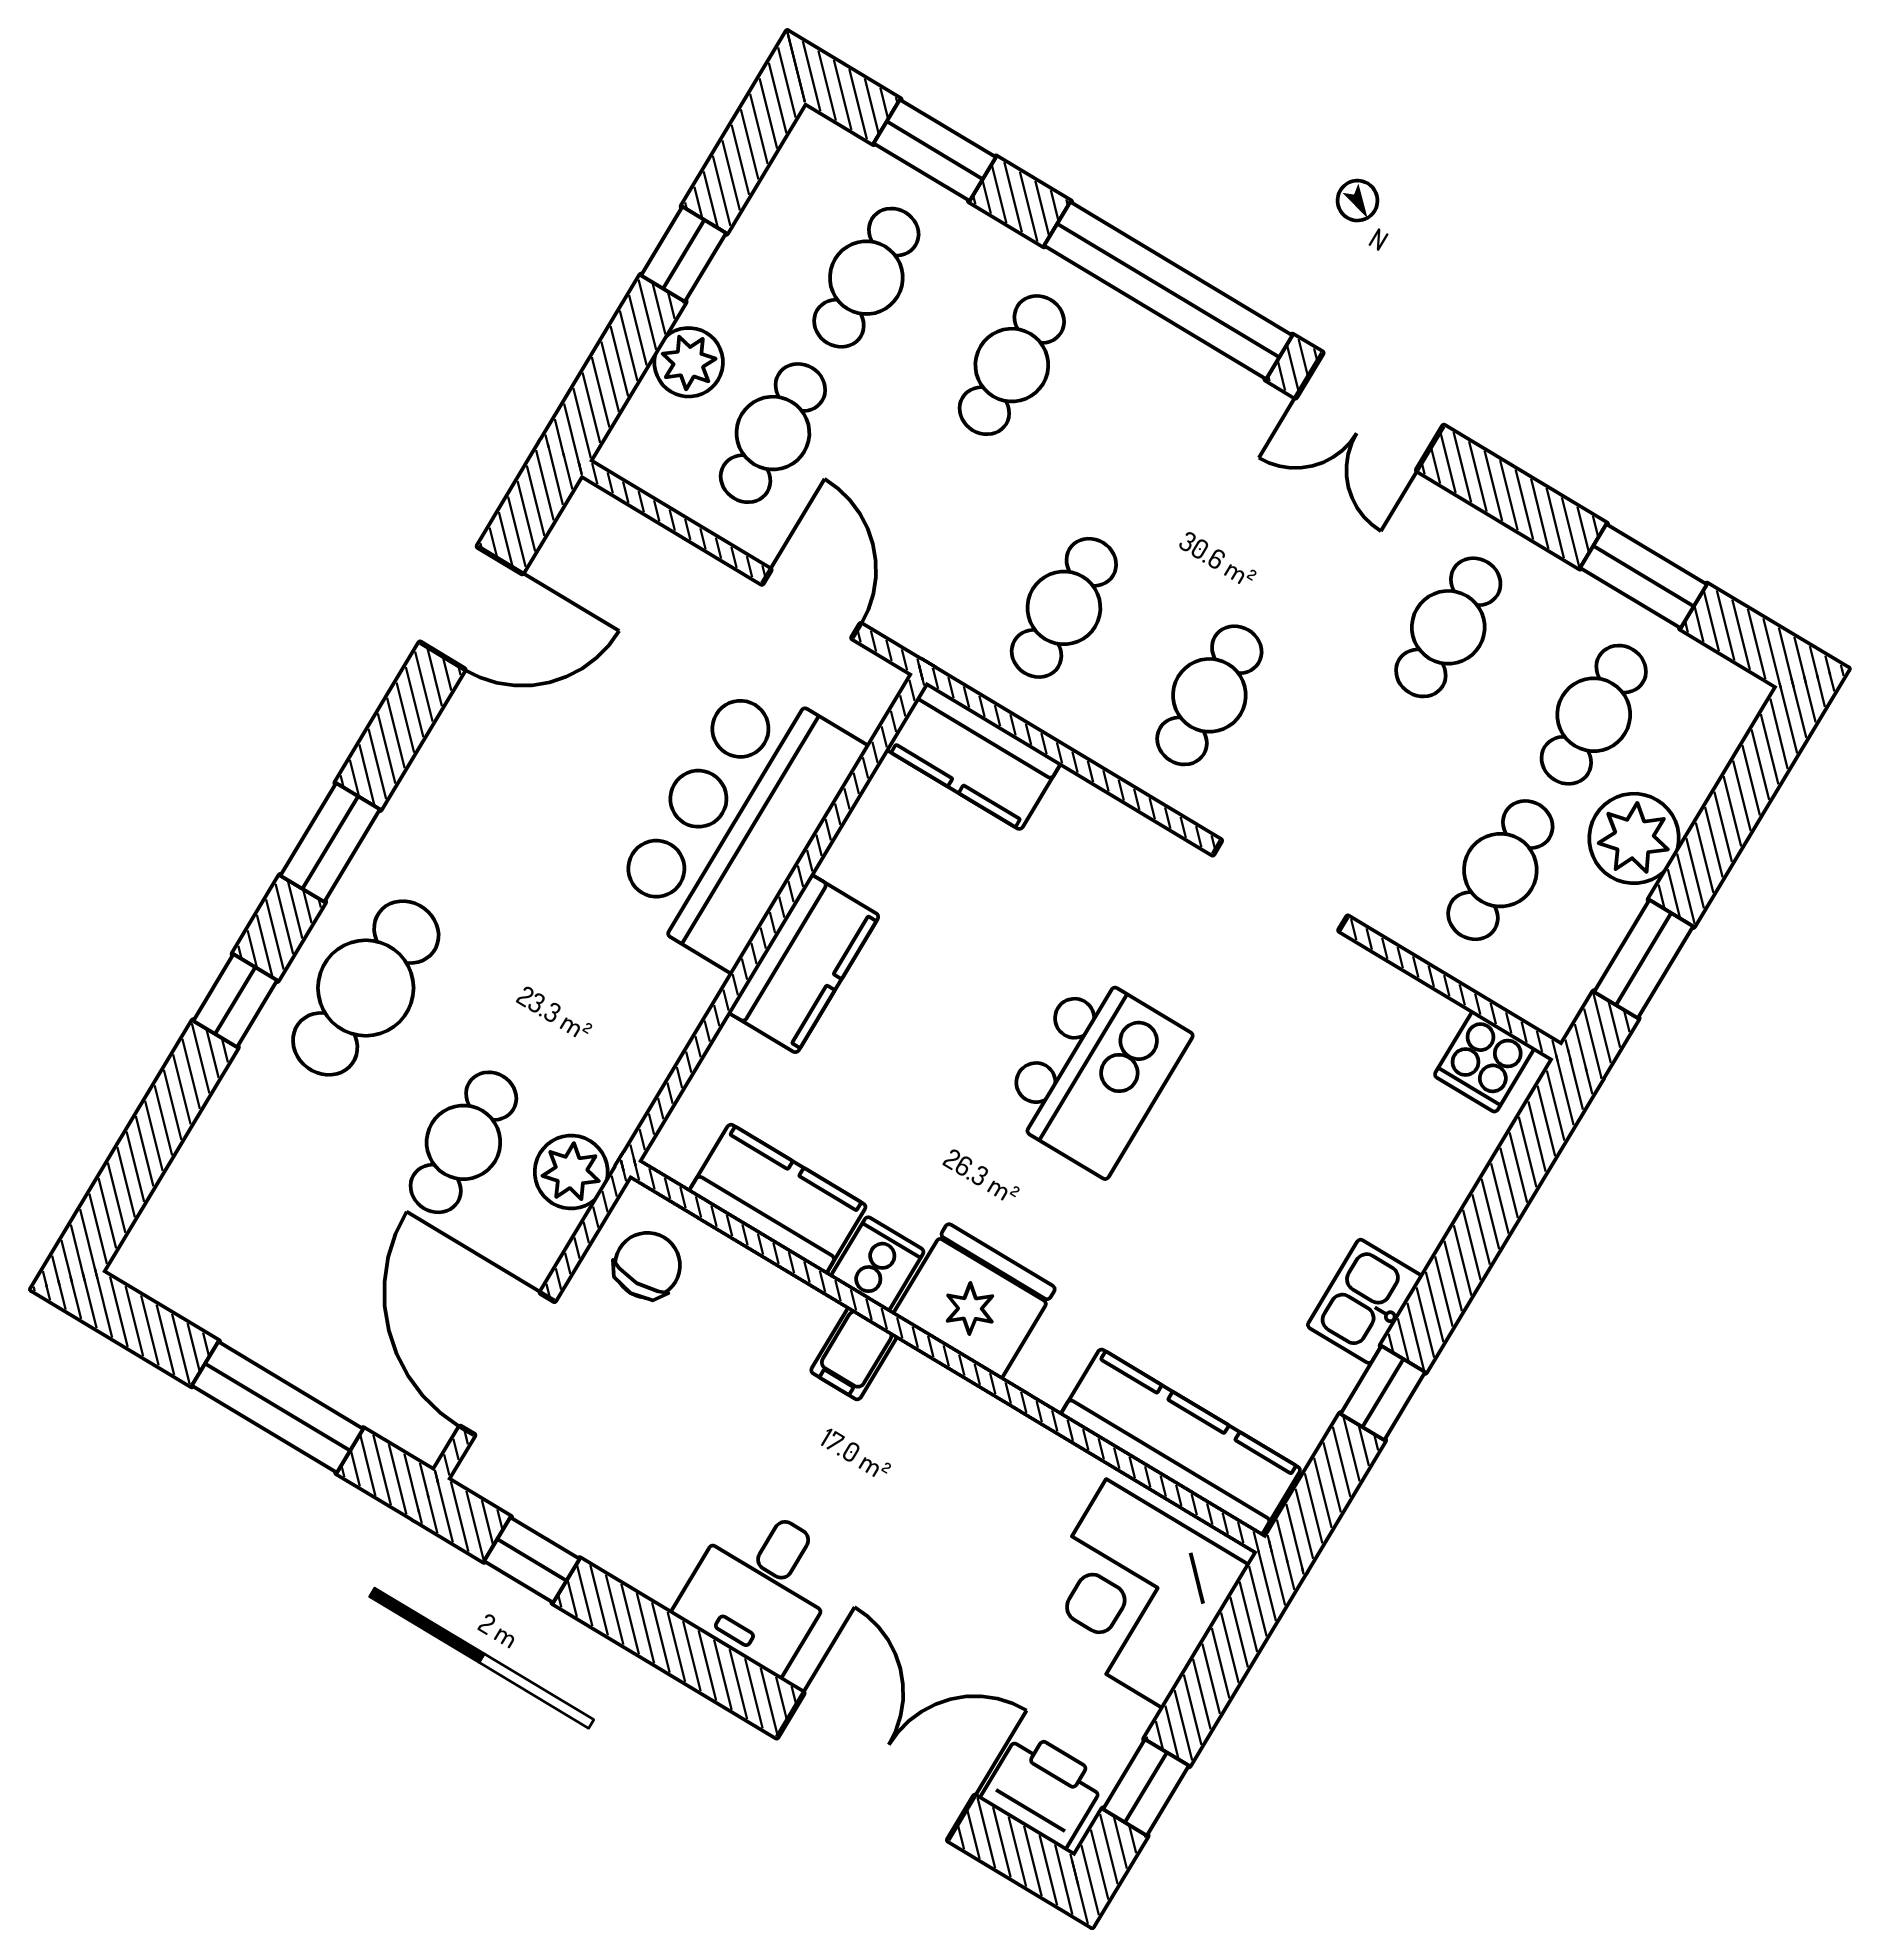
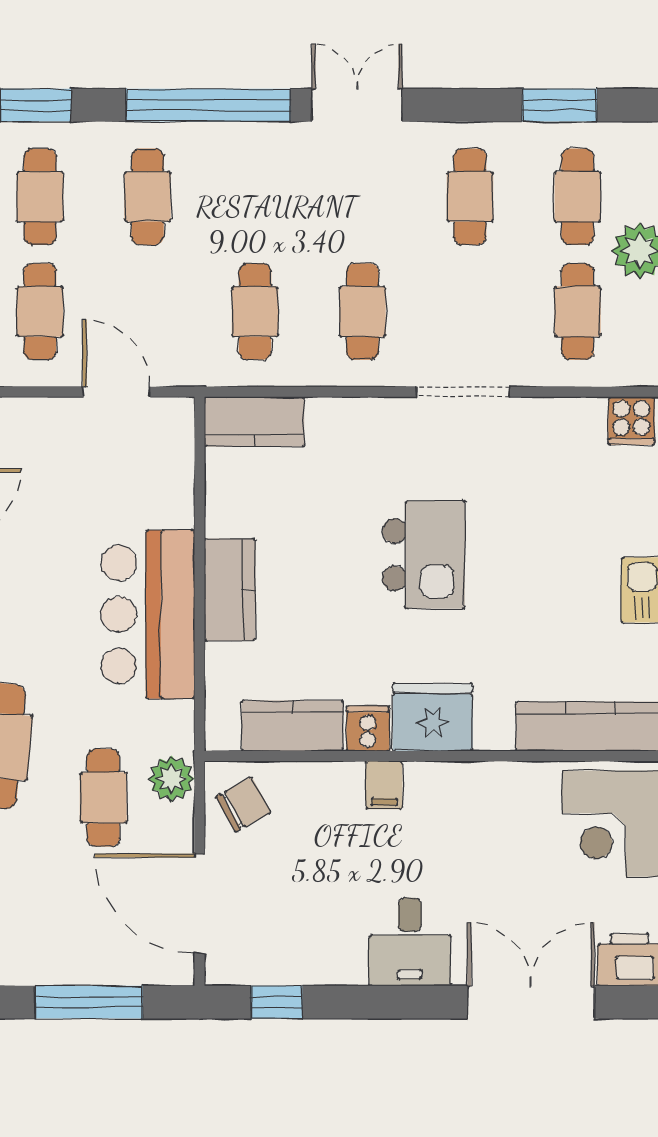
double door: (1370, 412) -> (357, 105), swing flipped
bar counter: (738, 822) -> (148, 614), moved
chair: (647, 1265) -> (243, 804), turned 61

